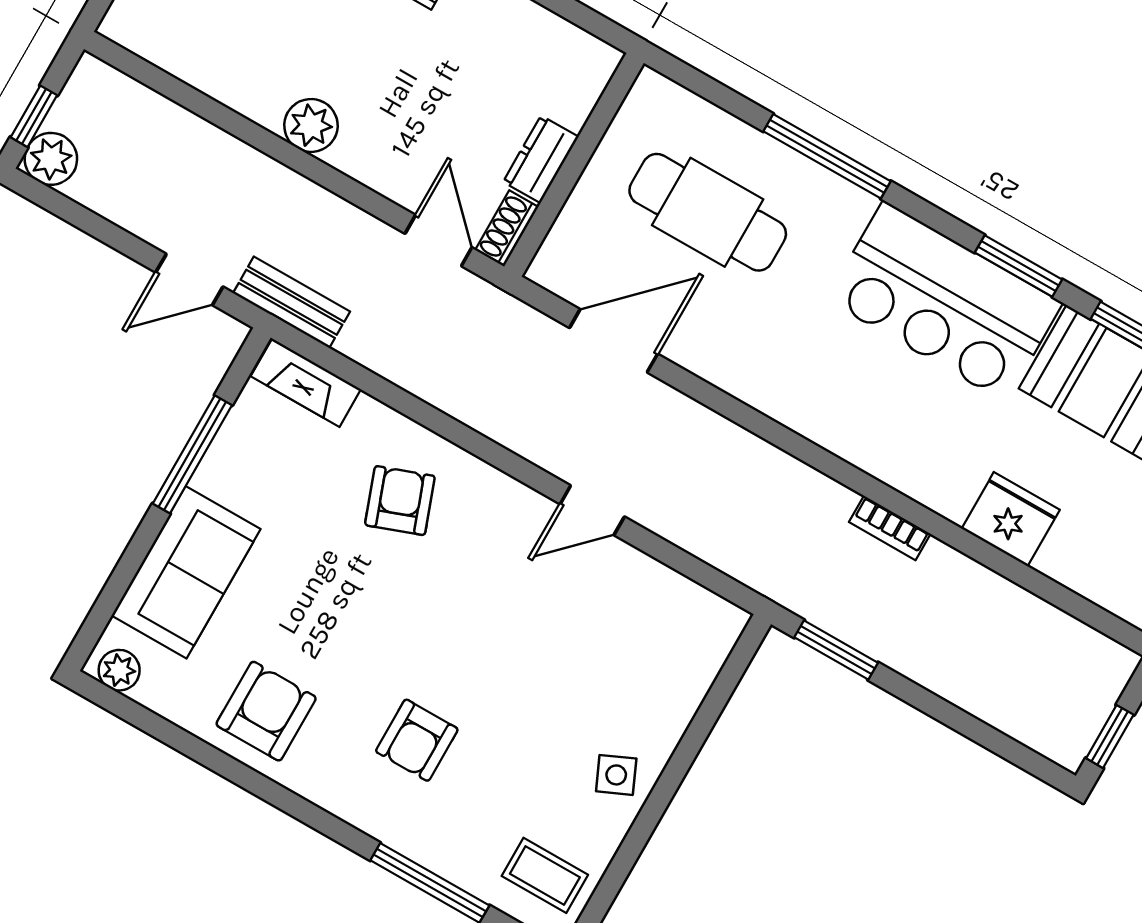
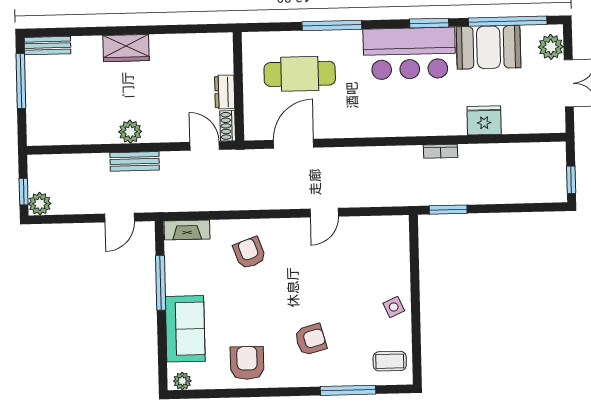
bench: (291, 302) -> (135, 161), moved
armchair: (417, 740) -> (311, 339), turned -105

